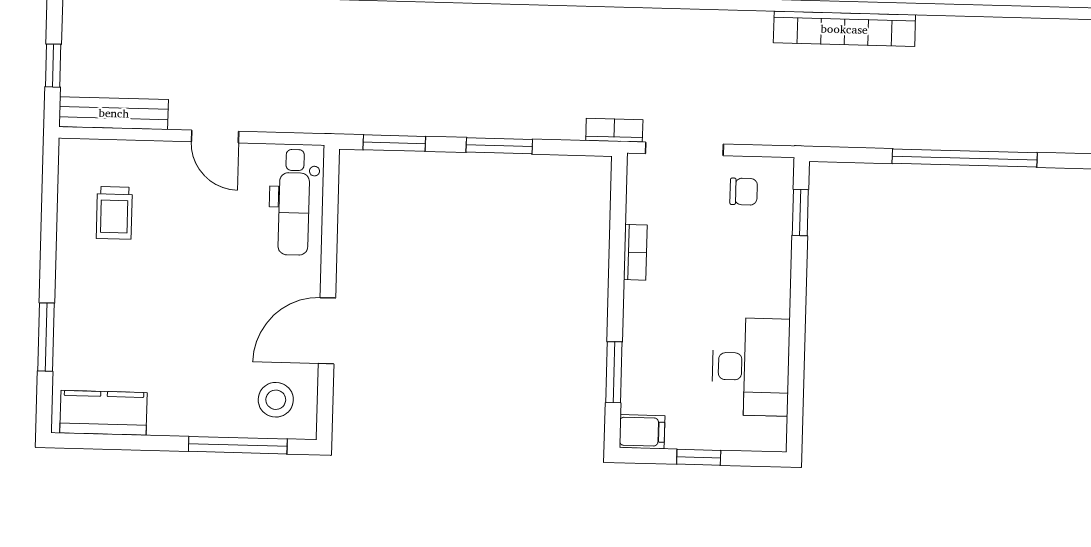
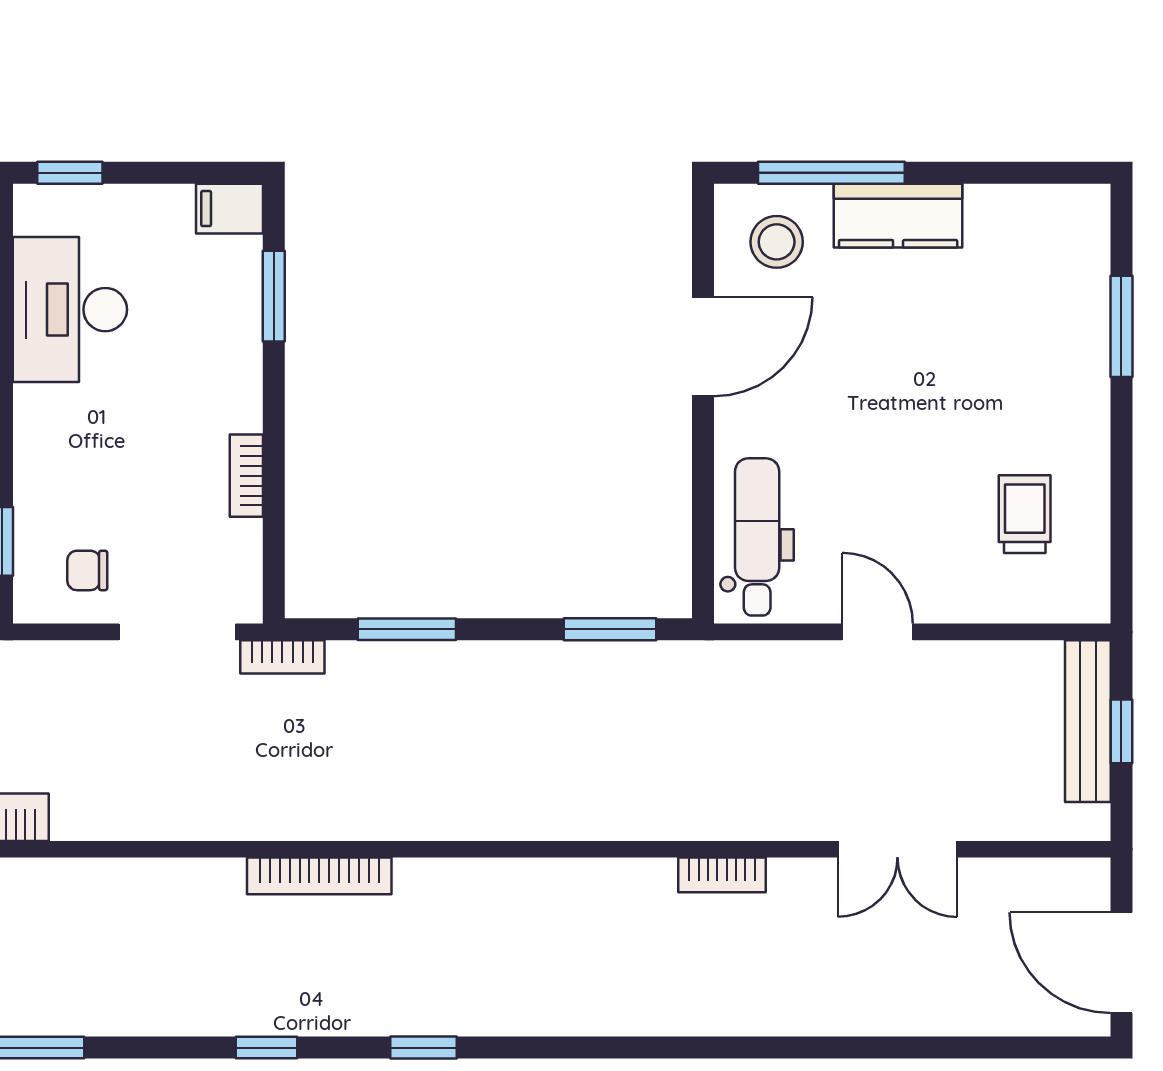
bench: (114, 113) -> (1088, 721), moved, turned 90
window: (499, 146) -> (407, 629), moved
kitchen counter: (104, 413) -> (898, 216), moved
window: (699, 457) -> (70, 173), moved

